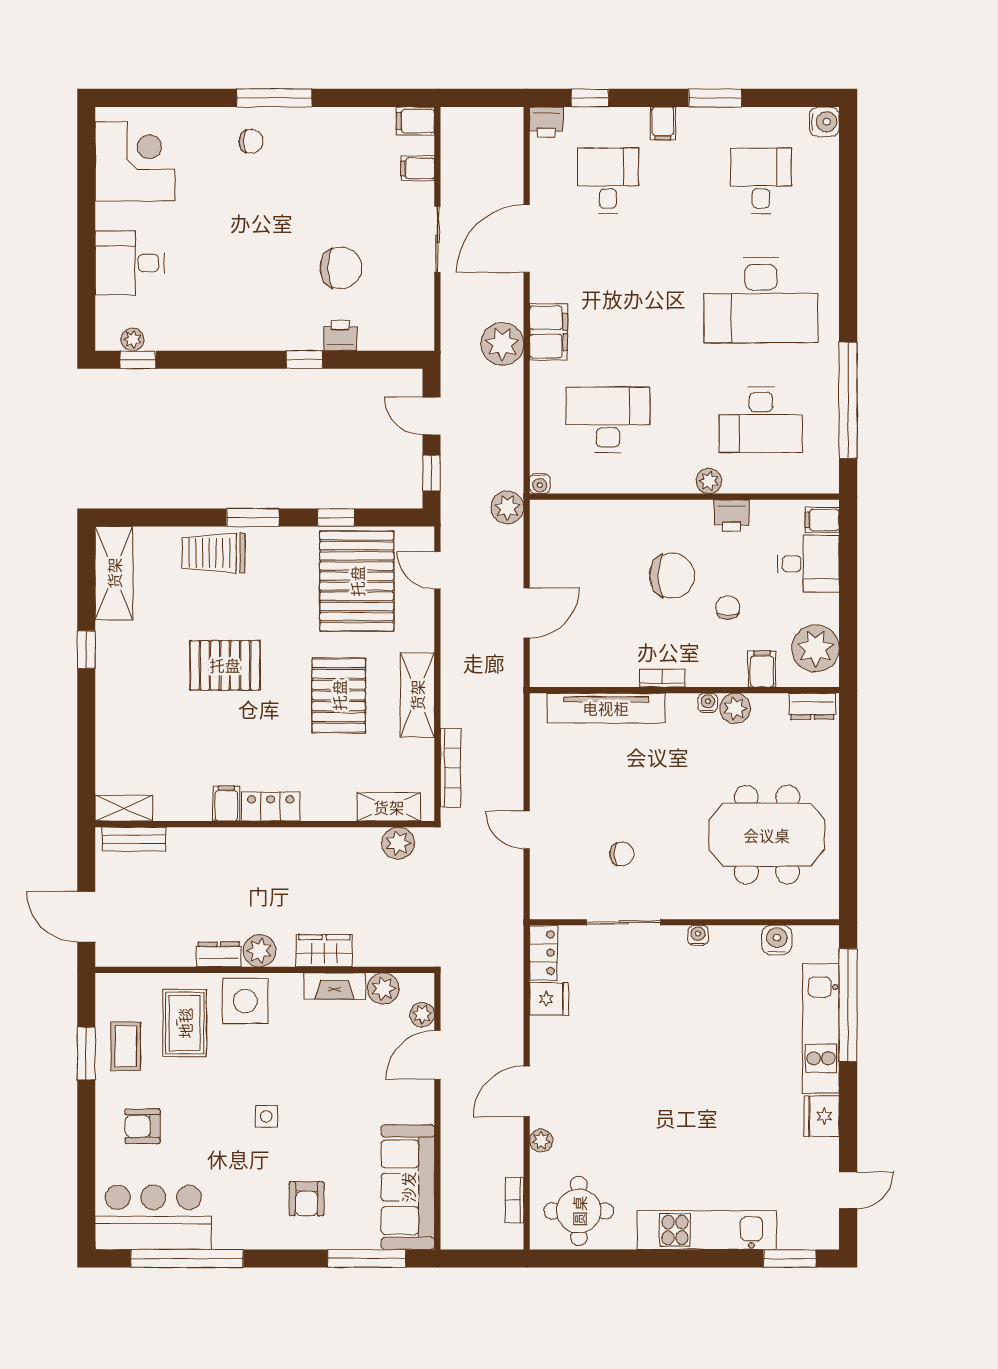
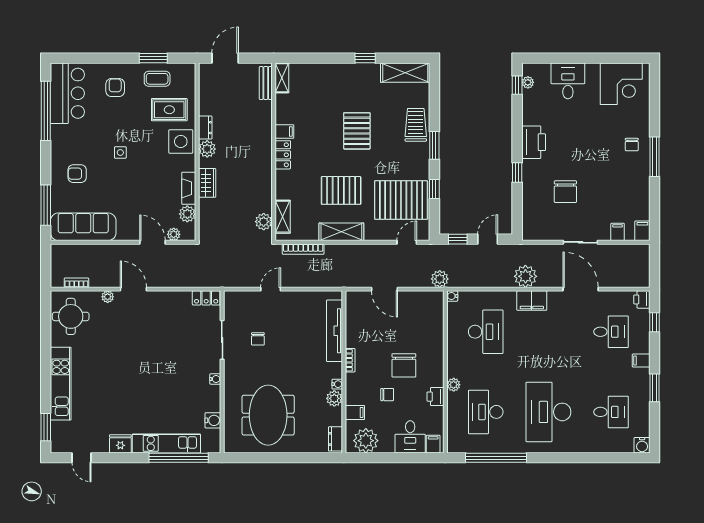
printer: (340, 336) -> (534, 142), moved, width x1.87, depth x1.48
fridge: (549, 999) -> (182, 301), removed

